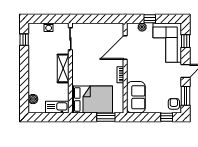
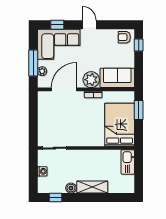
window: (150, 19) -> (33, 63), width x2.17
door: (125, 48) -> (64, 89), swing flipped
shelving: (63, 68) -> (92, 187), moved
plant: (134, 73) -> (91, 80), added
window: (186, 96) -> (116, 25), removed
boiler: (33, 99) -> (71, 188), moved

